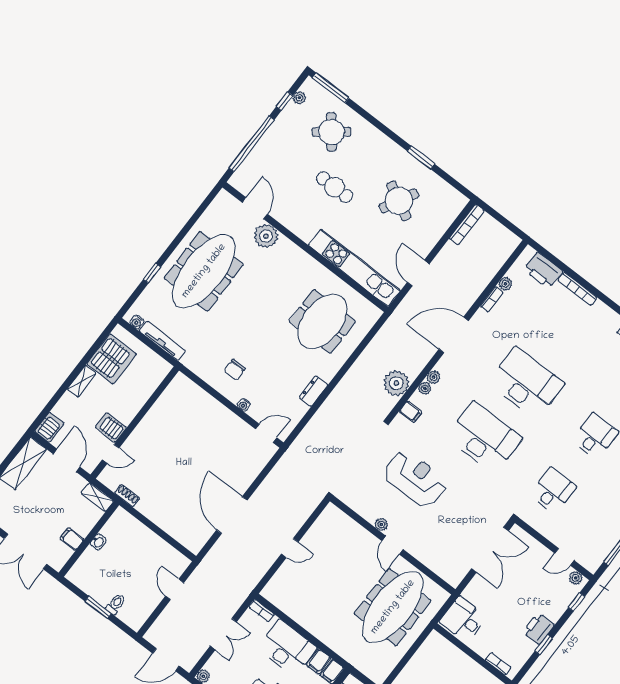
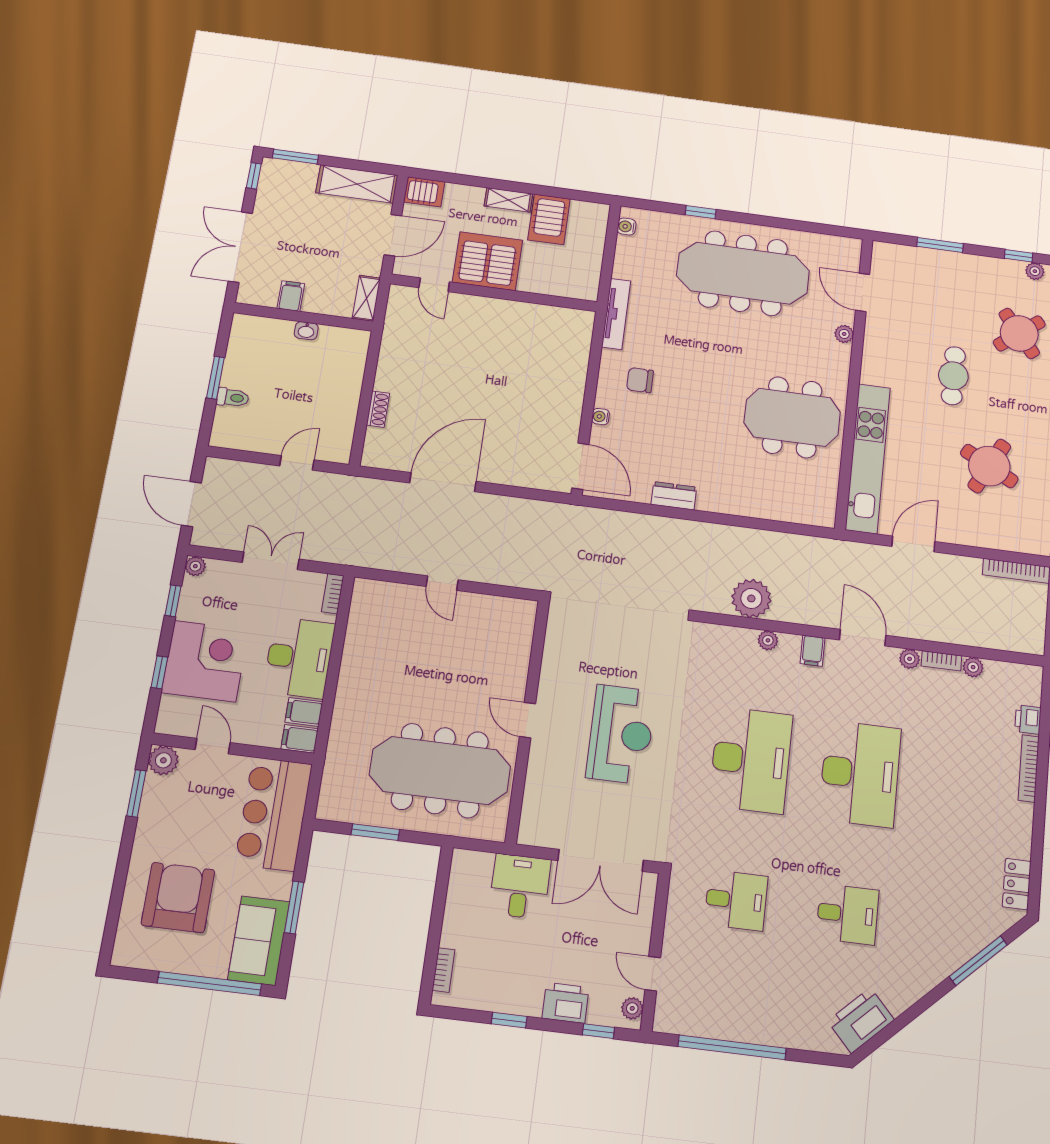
window: (252, 144) -> (940, 245), width x0.47
door: (255, 208) -> (863, 292), swing flipped
plant: (266, 236) -> (844, 334), width x0.53, depth x0.53
printer: (543, 270) -> (1028, 720), width x0.53, depth x0.68
meeting table: (322, 321) -> (792, 417), moved
door: (454, 335) -> (863, 638), width x0.73
tv unit: (162, 341) -> (616, 314), moved
server rack: (111, 359) -> (549, 219), width x0.63
plant: (433, 377) -> (910, 659), moved
filing cabinet: (411, 412) -> (812, 651), moved
server rack: (111, 427) -> (488, 261), width x2.18, depth x1.44
door: (266, 433) -> (580, 466), width x1.38
reception desk: (415, 479) -> (621, 734), moved
shoe rack: (127, 496) -> (378, 409), moved
plant: (381, 524) -> (547, 688), removed
door: (392, 545) -> (527, 720), hinge flipped
desk: (464, 619) -> (520, 886), moved
printer: (539, 628) -> (565, 1003), moved
double door: (223, 634) -> (271, 561), swing flipped
window: (406, 659) -> (375, 832), added

